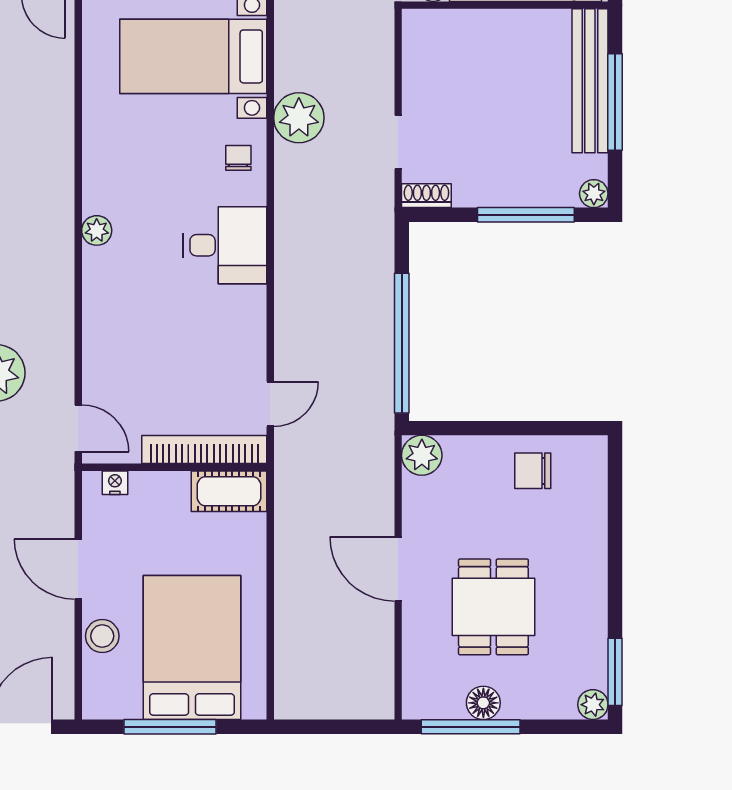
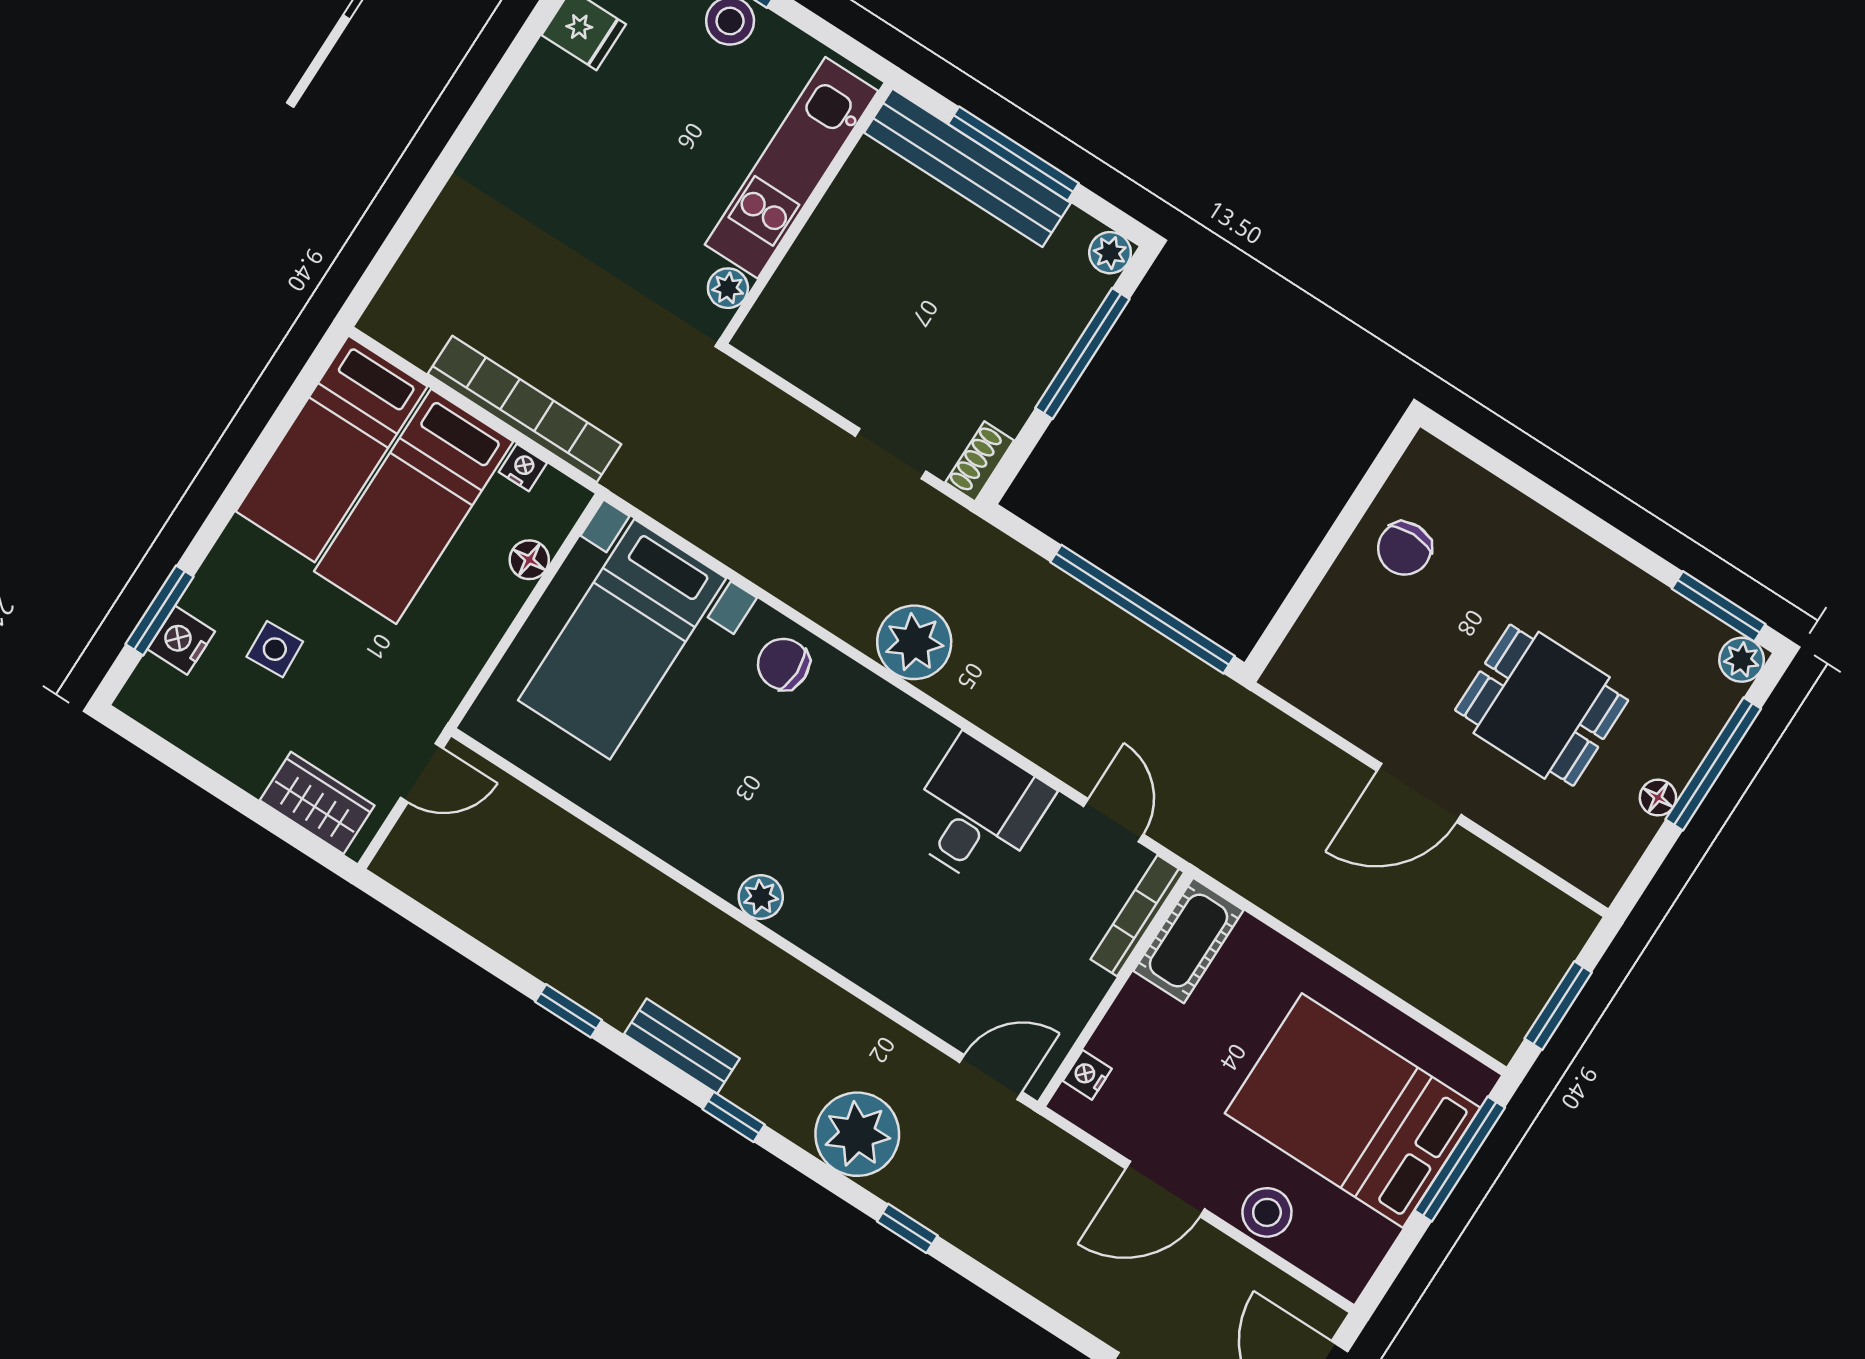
plant: (299, 118) -> (914, 642), moved
chair: (238, 158) -> (783, 664), width x1.37, depth x1.37
desk: (225, 245) -> (977, 812), moved
bookcase: (204, 449) -> (1137, 916), width x0.68, depth x0.76
plant: (422, 455) -> (1297, 673), removed
floor lamp: (483, 703) -> (1658, 798), width x0.73, depth x0.73
window: (170, 727) -> (1460, 1159), moved
window: (328, 727) -> (1558, 1006), added
window: (471, 727) -> (1713, 764), moved

